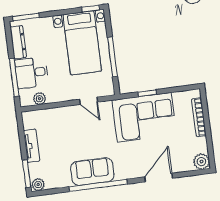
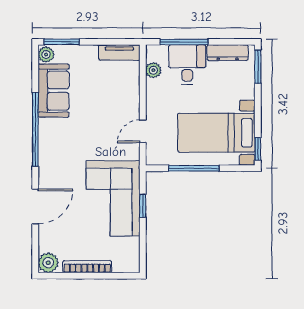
bookcase: (199, 117) -> (87, 267), moved
tv unit: (32, 146) -> (119, 53), moved
sofa: (92, 172) -> (54, 91), moved
door: (159, 178) -> (35, 207), hinge flipped

